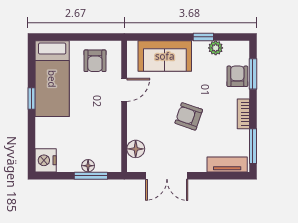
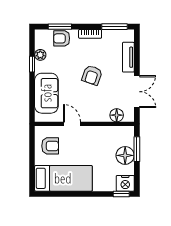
window: (31, 98) -> (121, 194), moved
tv unit: (227, 164) -> (128, 57), moved
floor lamp: (88, 166) -> (125, 155), width x1.89, depth x1.89

